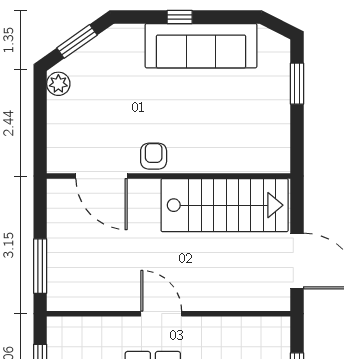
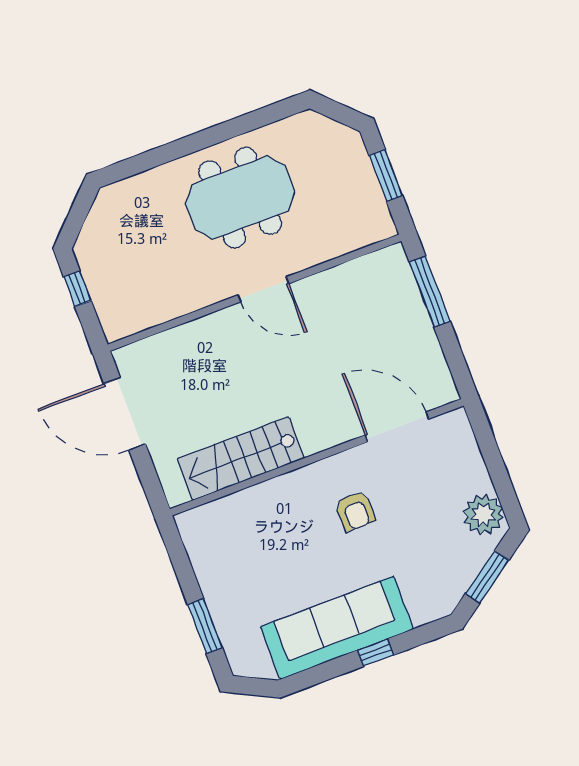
plant: (58, 84) -> (483, 515), width x1.36, depth x1.36
armchair: (154, 156) -> (355, 511), moved
stairs: (225, 205) -> (241, 459), width x0.73, depth x0.66

